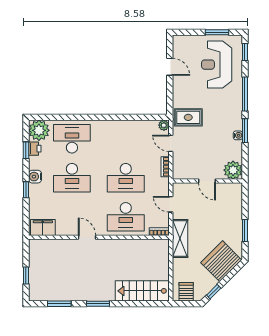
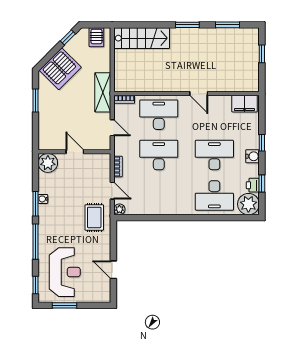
rug: (188, 117) -> (94, 217), turned 90

